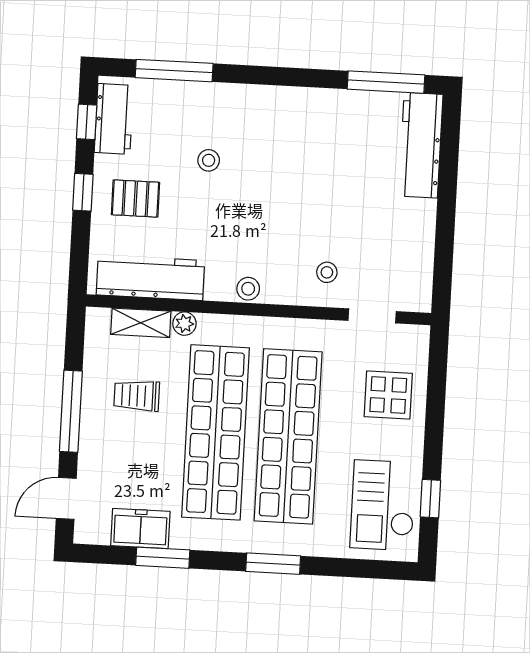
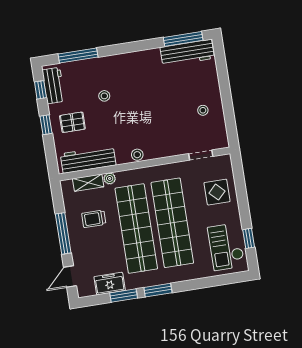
workbench: (421, 145) -> (187, 53), moved, turned -90
stool: (327, 272) -> (203, 110), moved
window: (273, 564) -> (158, 290), moved

